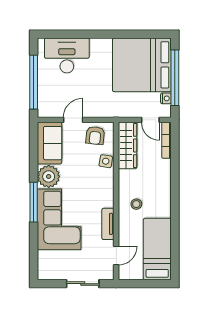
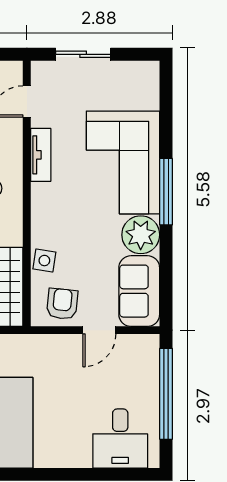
desk: (67, 56) -> (120, 439), width x0.73

